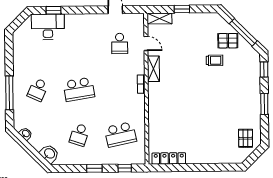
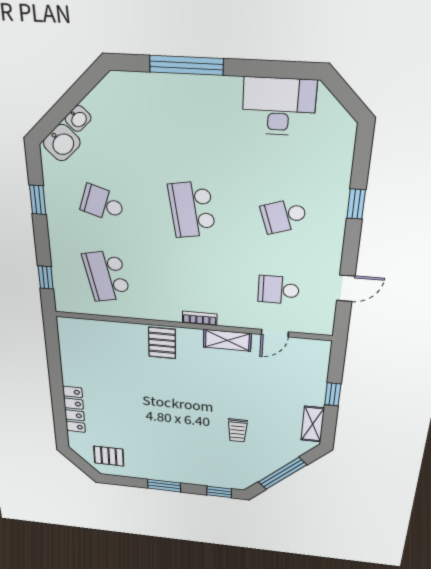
window: (53, 10) -> (356, 204), moved
shelving: (159, 18) -> (313, 424), moved
desk: (48, 27) -> (279, 107), moved, turned -90
pallet: (228, 41) -> (162, 343), moved
school desk: (38, 90) -> (284, 216), moved, turned -42
washbasin: (26, 134) -> (78, 119), moved
locker: (169, 158) -> (74, 410), moved
window: (94, 168) -> (38, 200), moved

